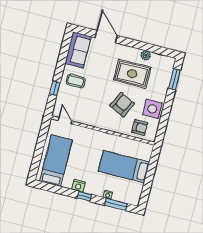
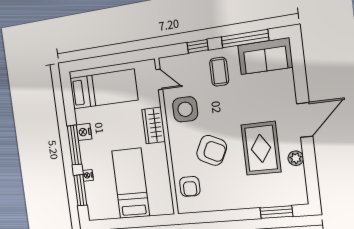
door: (106, 37) -> (305, 120), moved
window: (62, 58) -> (245, 39), added
side table: (152, 109) -> (185, 109), moved
door: (65, 121) -> (159, 79), hinge flipped
wardrobe: (92, 136) -> (154, 126), added
window: (84, 196) -> (74, 145), width x2.17

